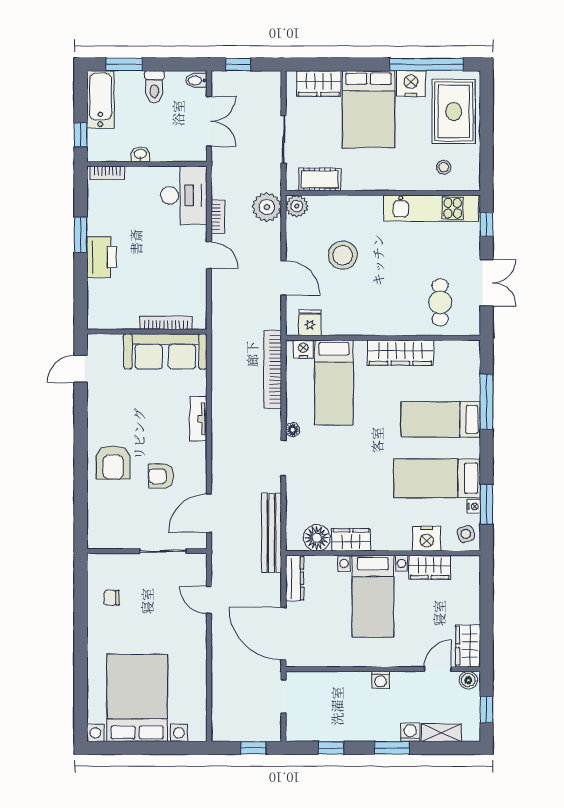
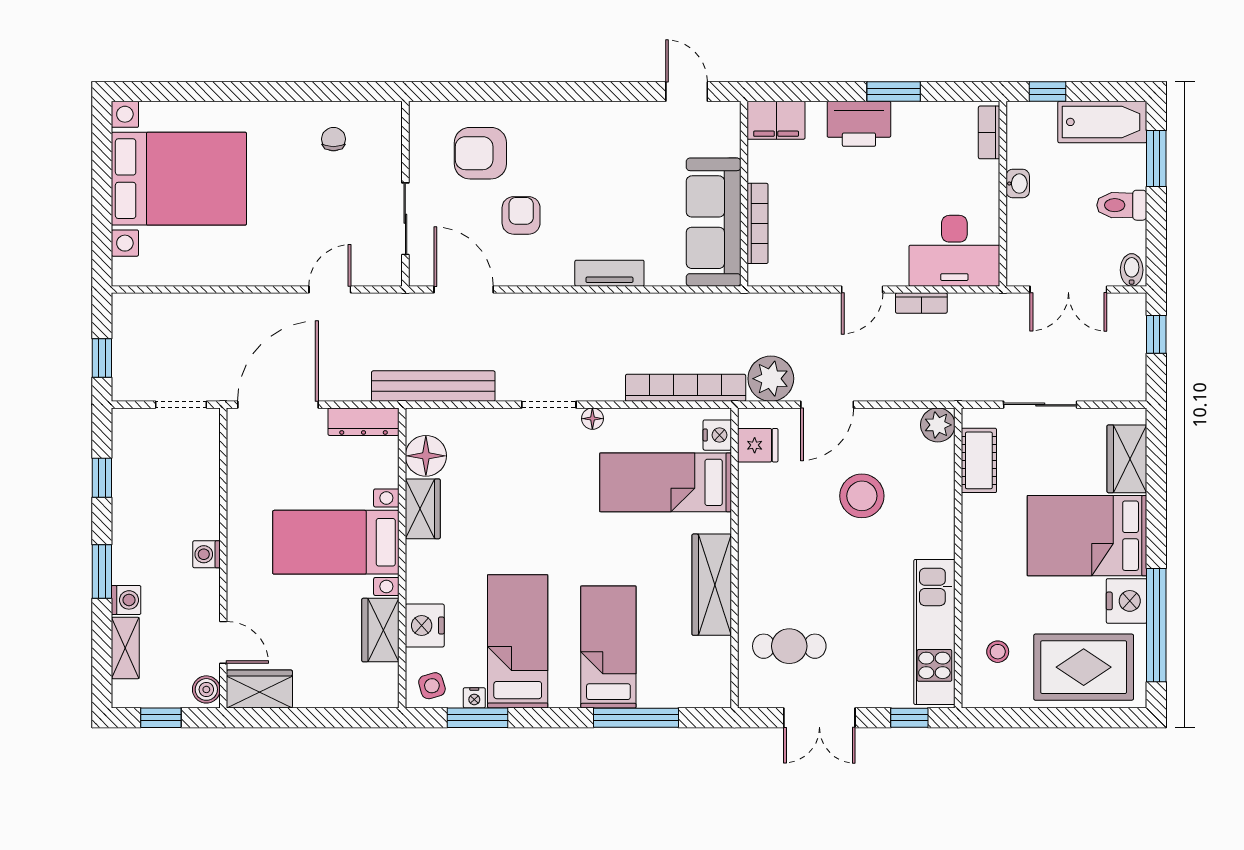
plant: (267, 207) -> (771, 379), moved
filing cabinet: (99, 311) -> (776, 120), added
armchair: (113, 463) -> (480, 153), moved

